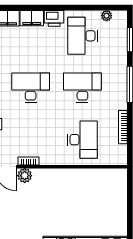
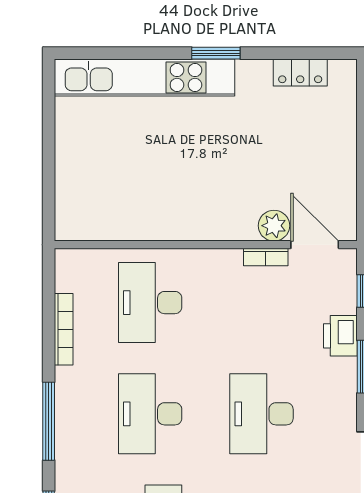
desk: (31, 88) -> (262, 414), turned 90
desk: (82, 88) -> (150, 414), turned 90

